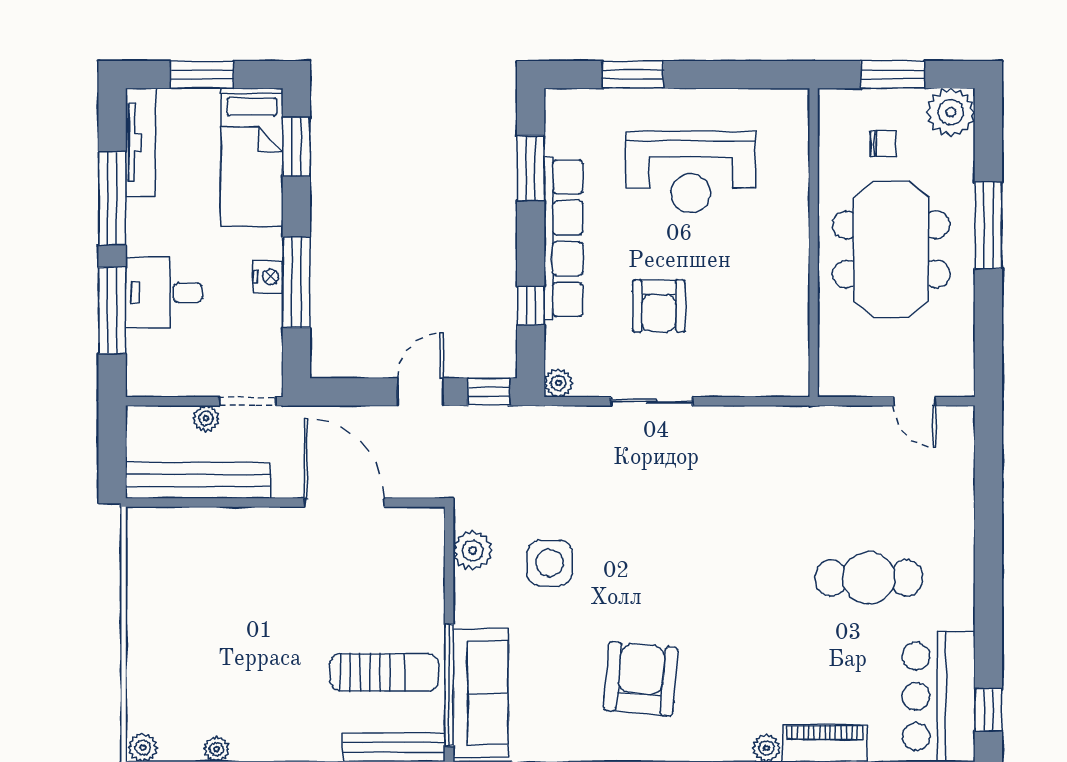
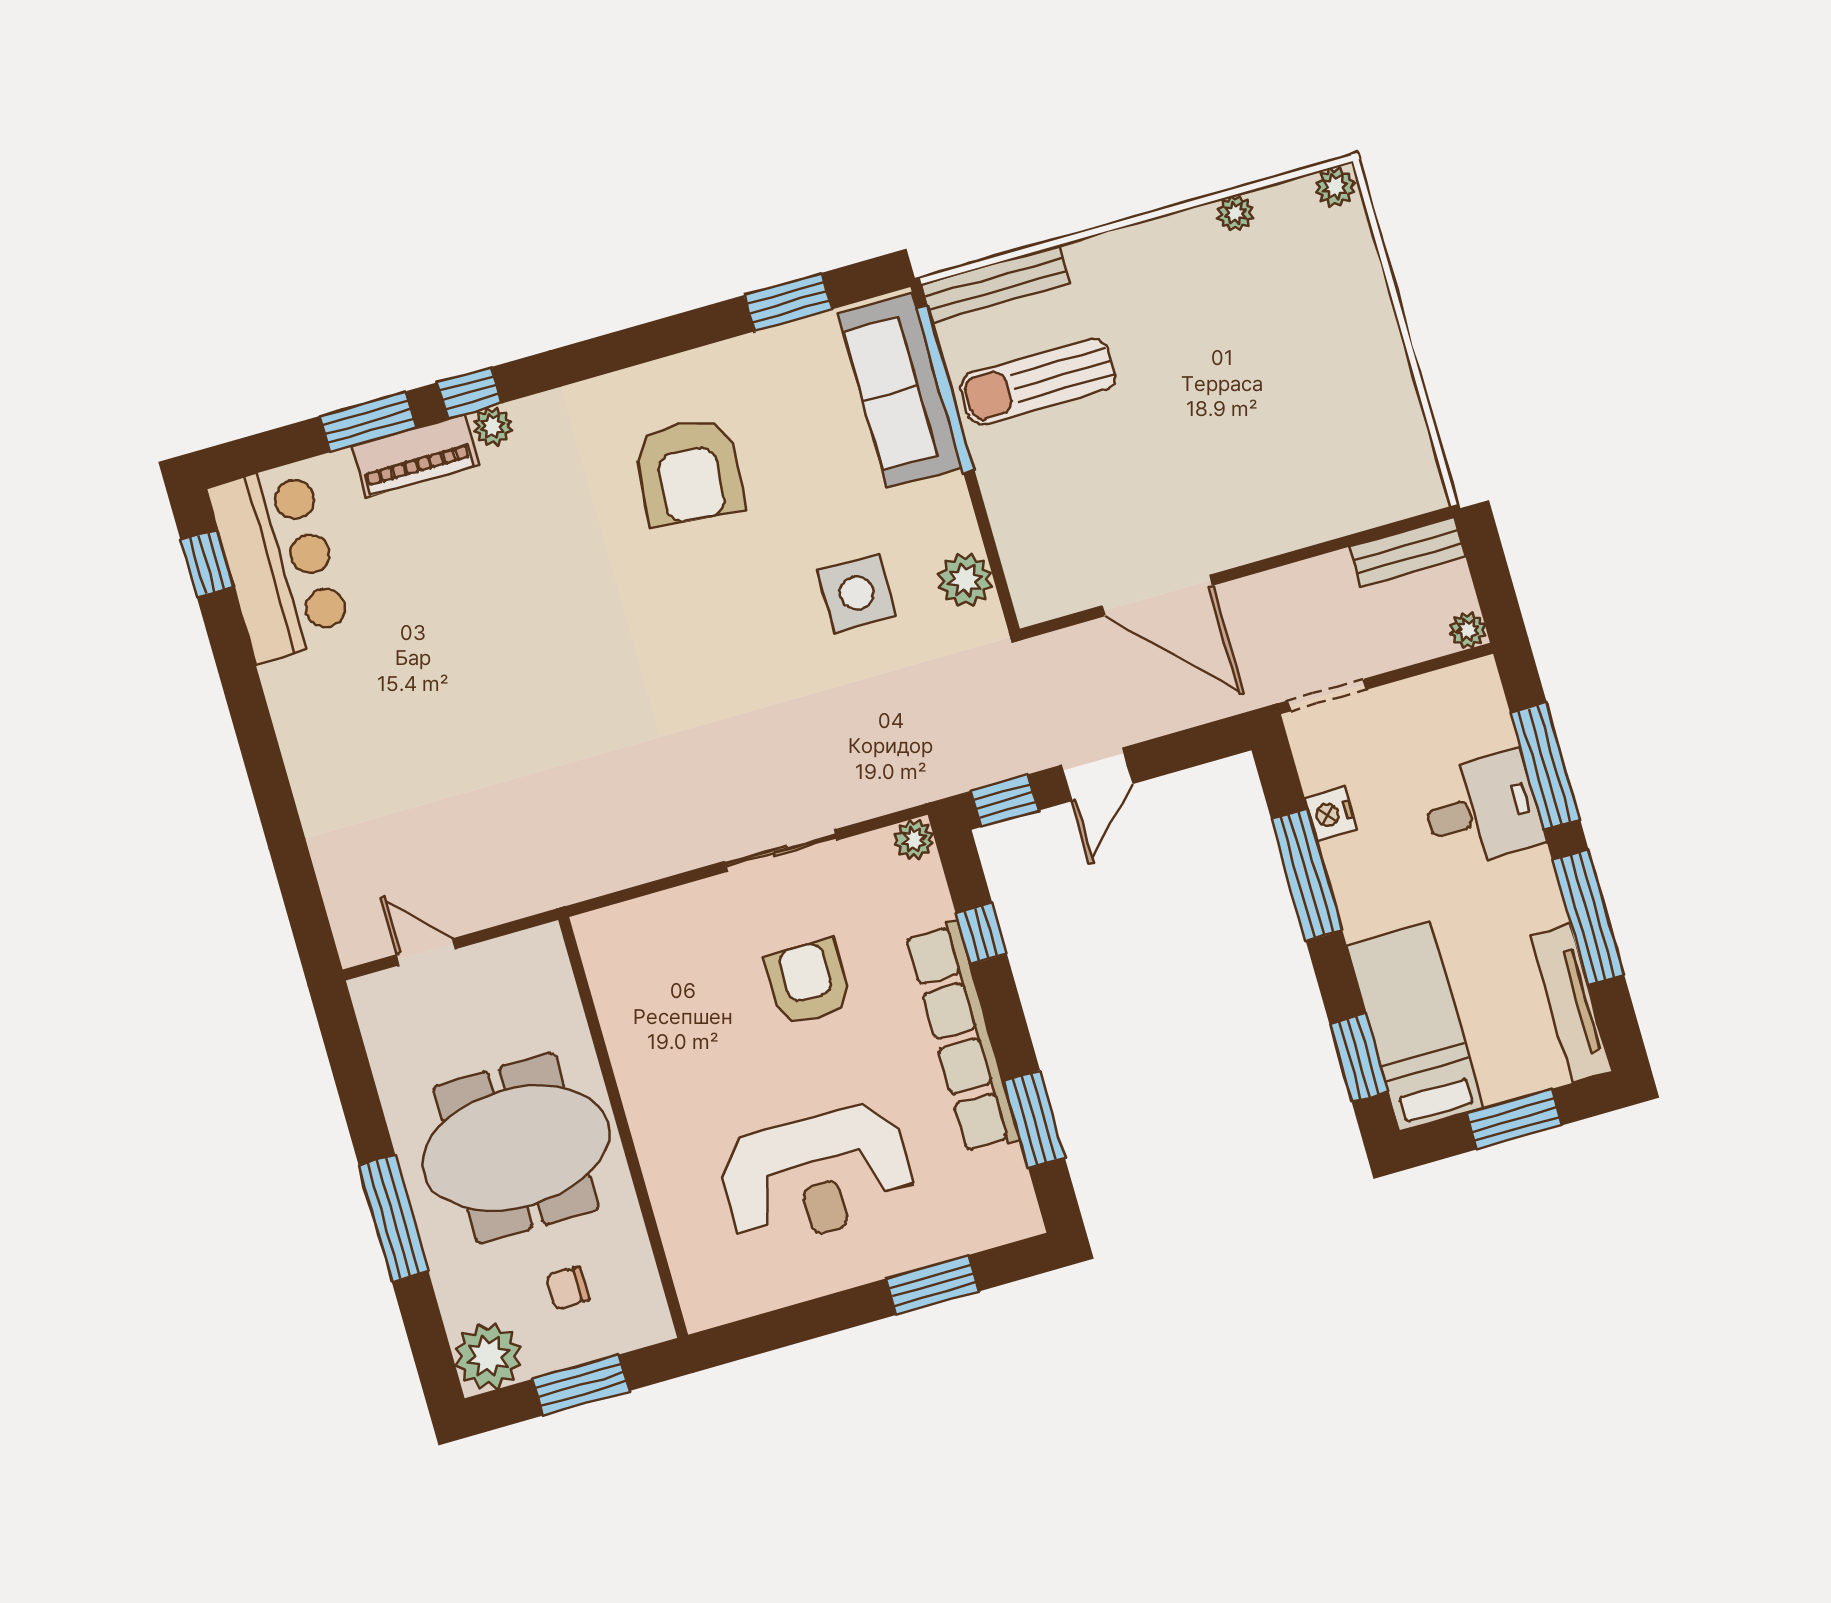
reception desk: (691, 172) -> (816, 1176), turned 180
meeting table: (891, 249) -> (516, 1148), turned 90
nightstand: (268, 277) -> (1331, 814), moved
plant: (206, 418) -> (1468, 630), moved
bench: (198, 480) -> (1408, 552), width x0.54, depth x0.82
cafe table: (869, 578) -> (420, 696), removed

